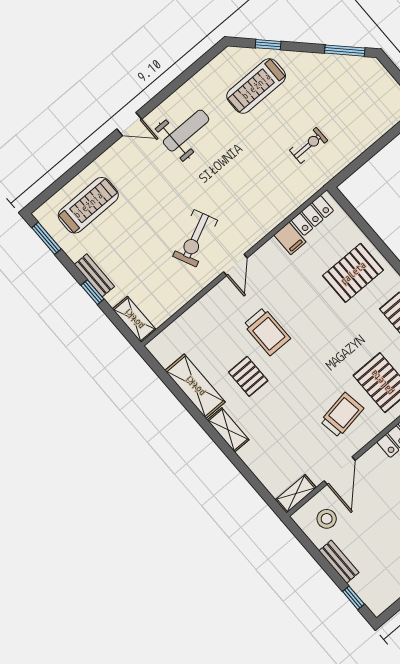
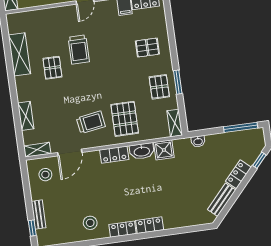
pallet: (353, 273) -> (147, 48), width x0.67, depth x0.71
shelving: (228, 430) -> (26, 116), moved
bench: (339, 562) -> (39, 214), moved

